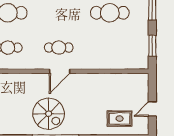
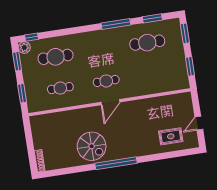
spiral stairs: (49, 114) -> (92, 146), moved

